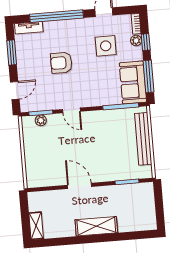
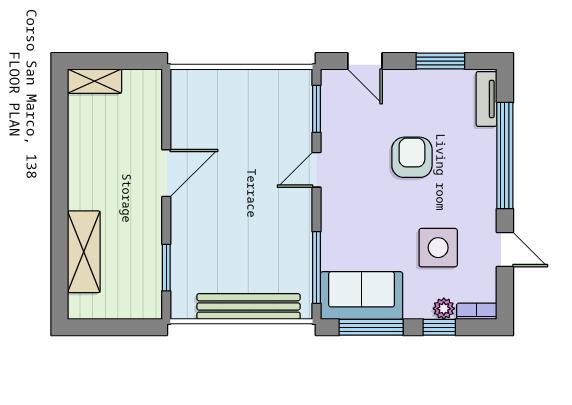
plant: (41, 120) -> (302, 107), removed
shelving: (96, 226) -> (84, 252), moved

